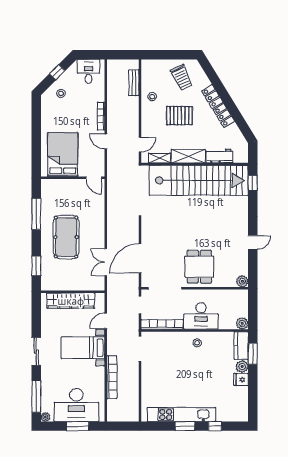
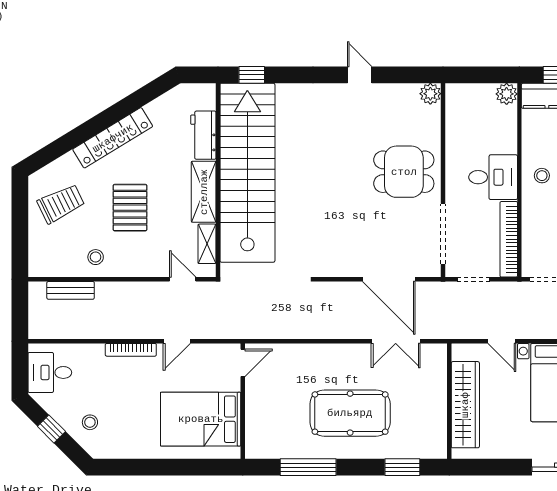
desk: (201, 316) -> (493, 177), width x0.73

